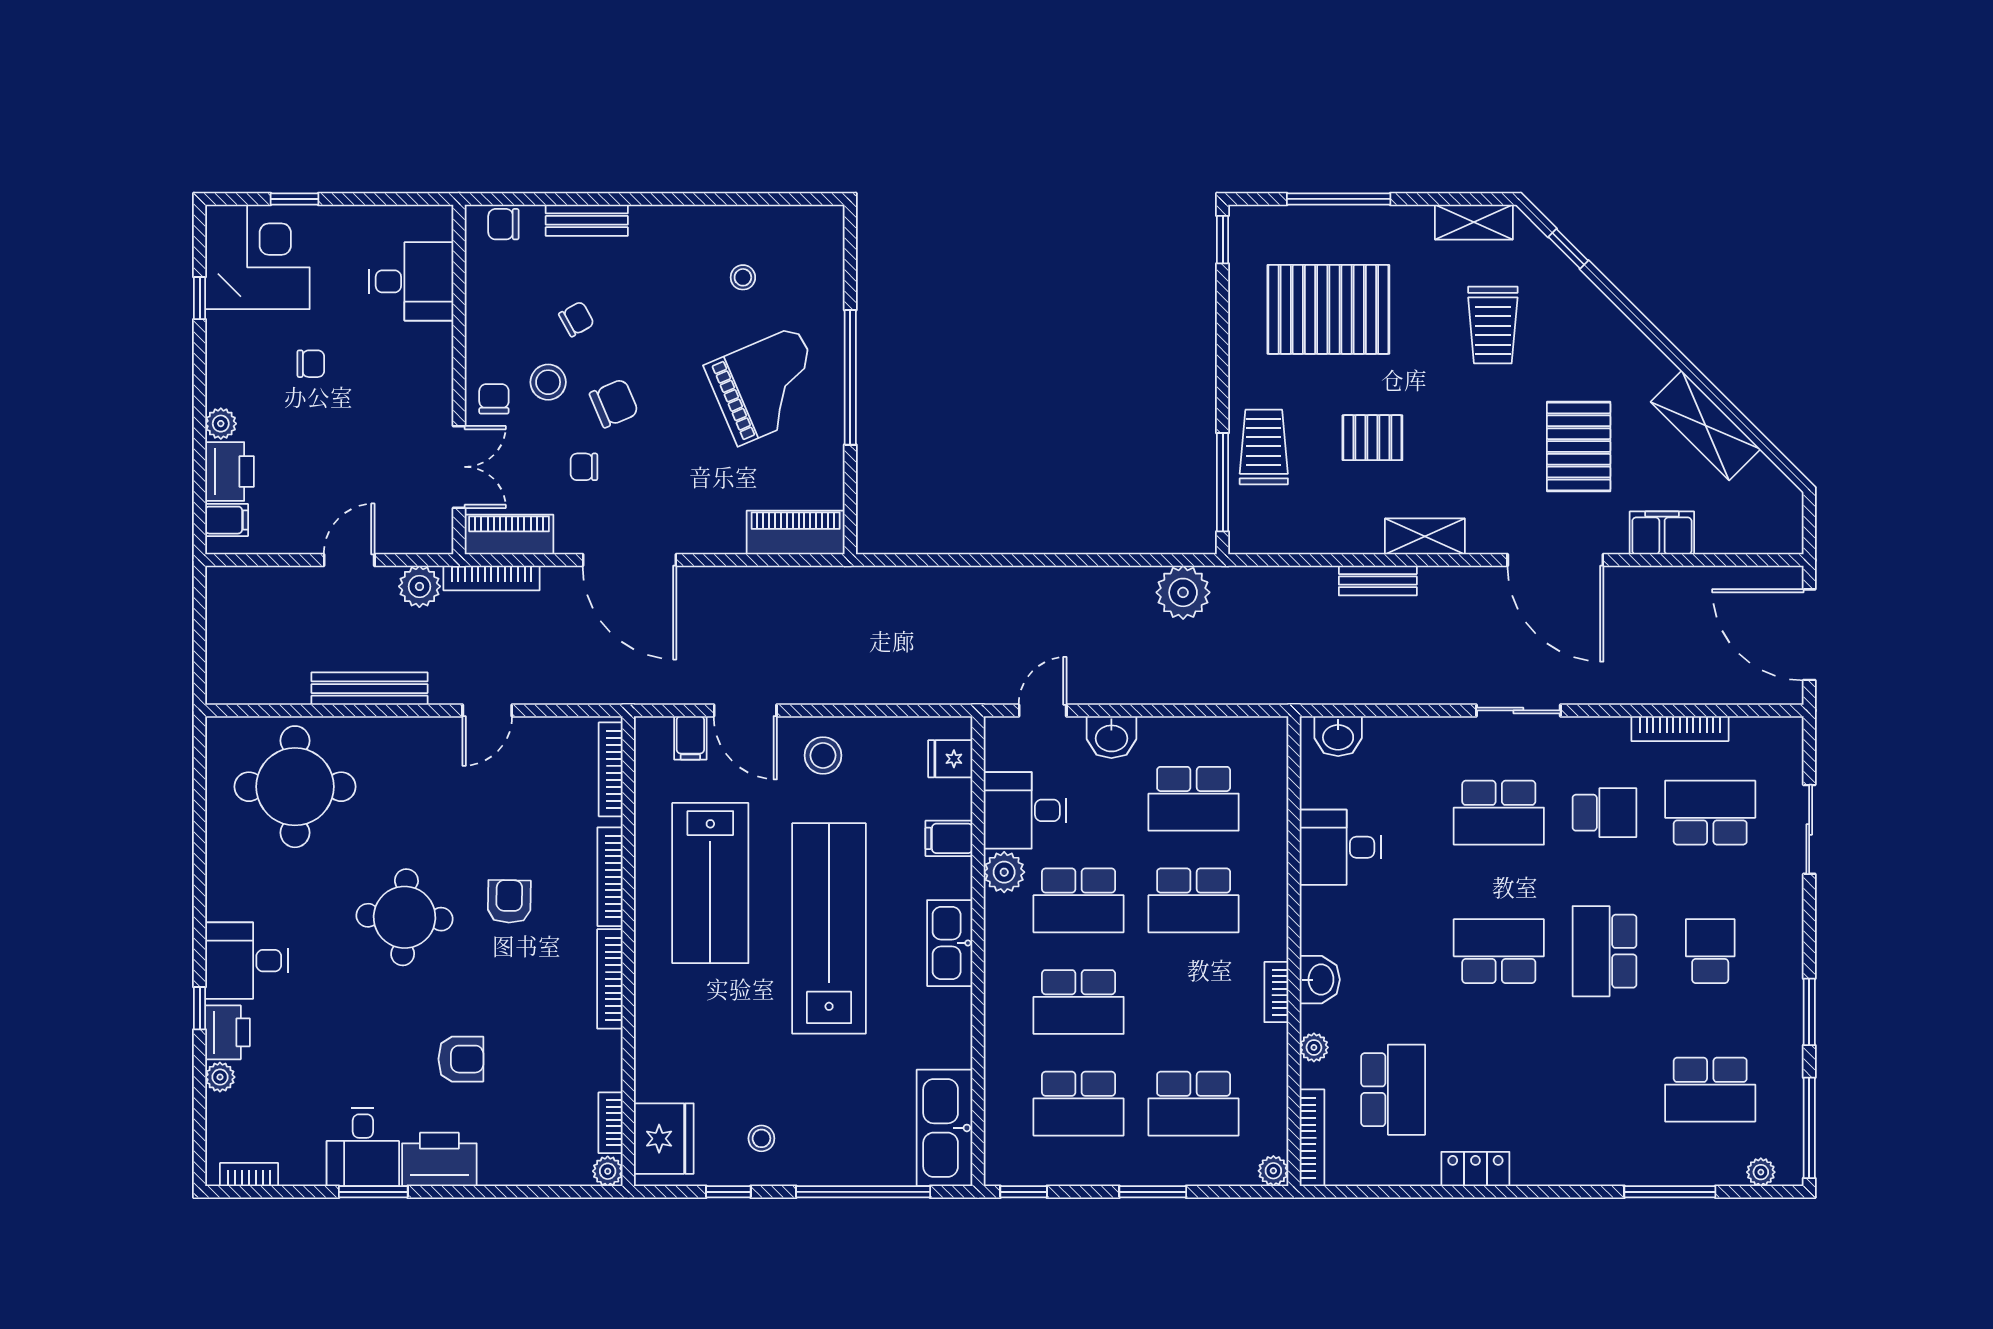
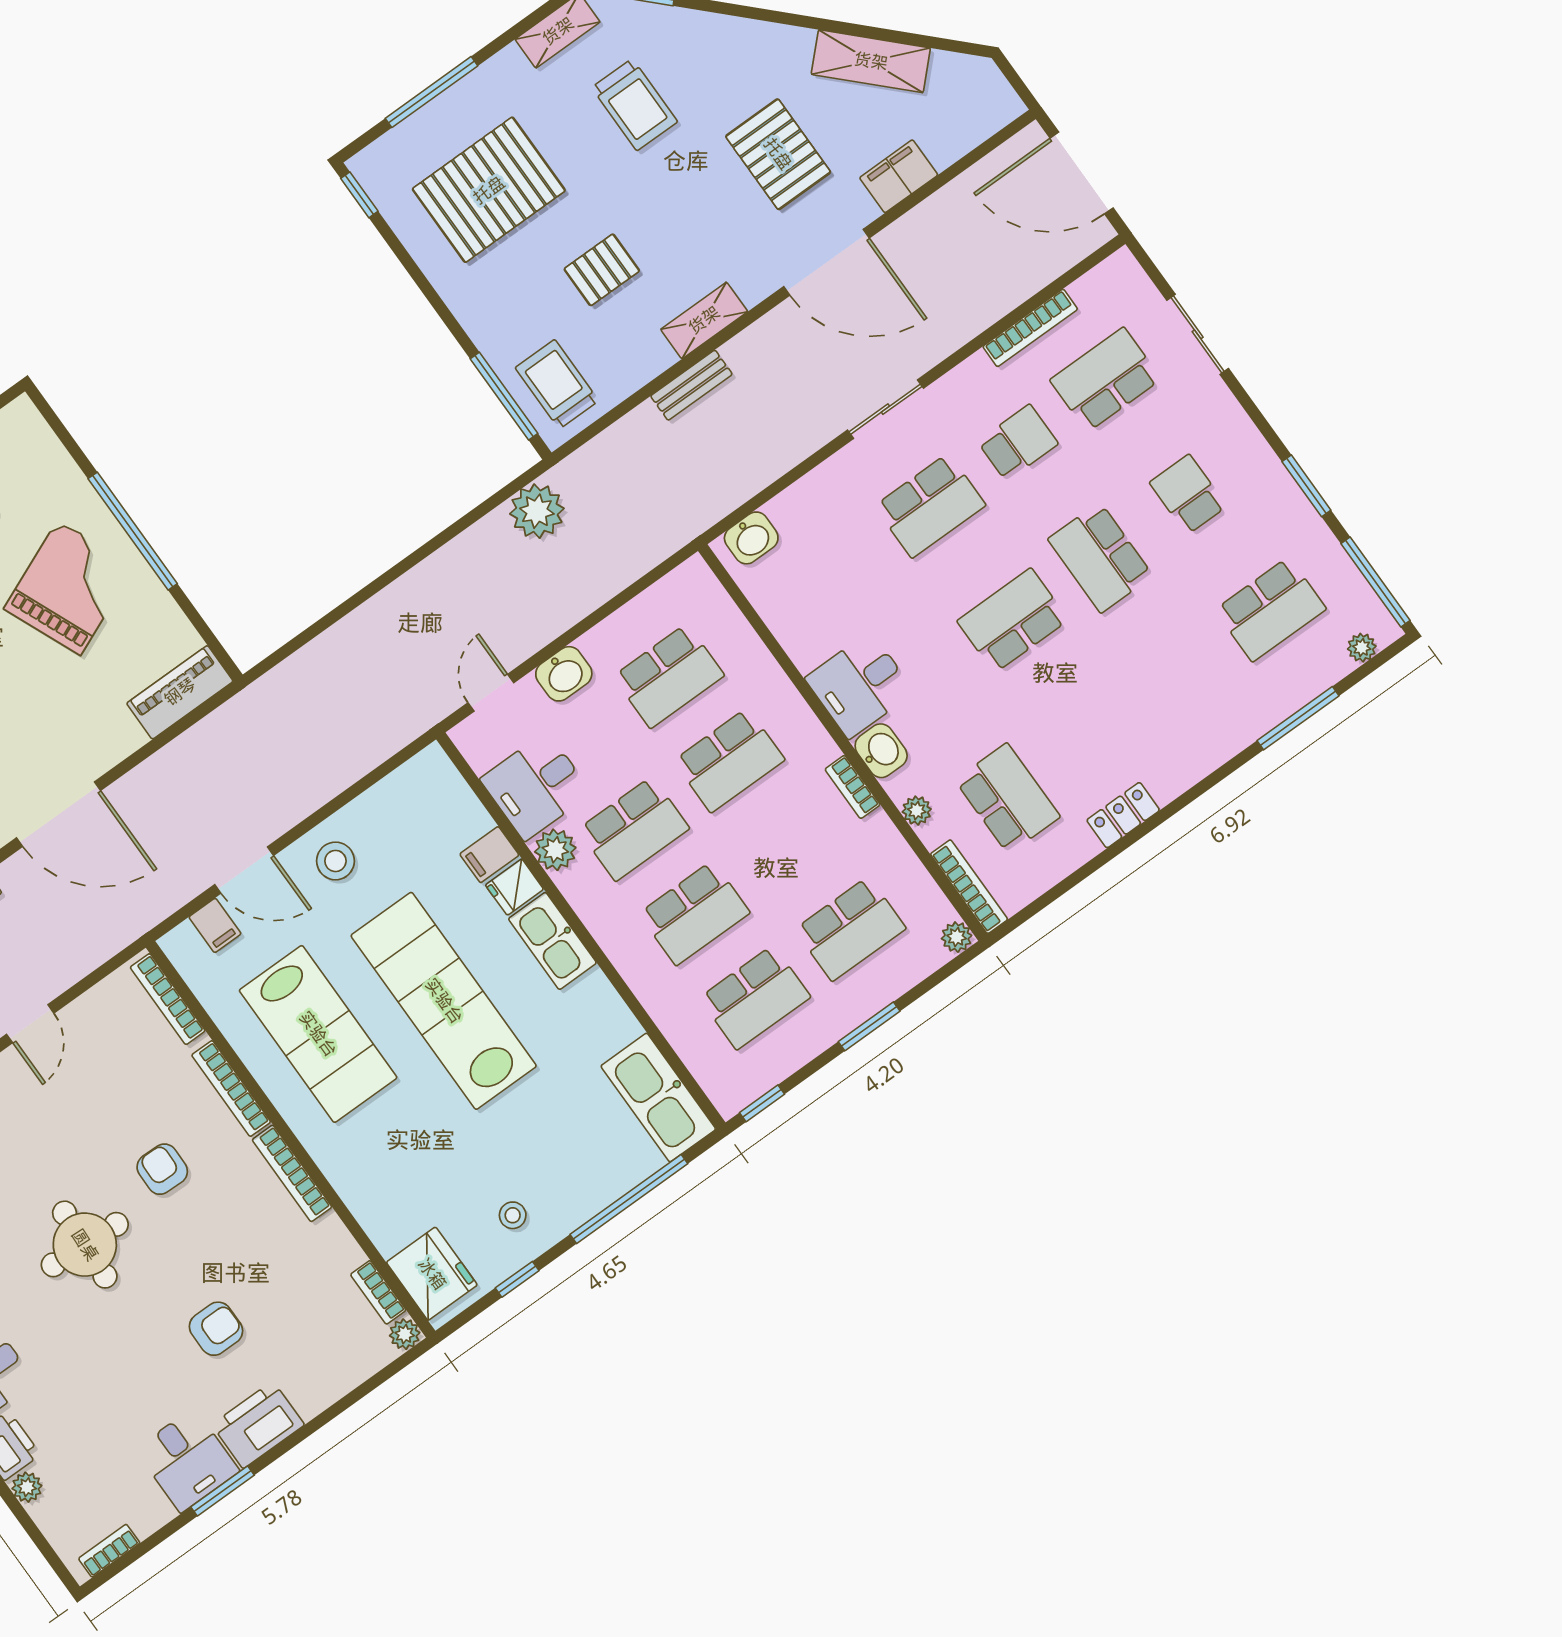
trolley: (1264, 447) -> (557, 384), moved
fridge: (950, 759) -> (514, 887), moved
desk: (1340, 847) -> (860, 685), moved

